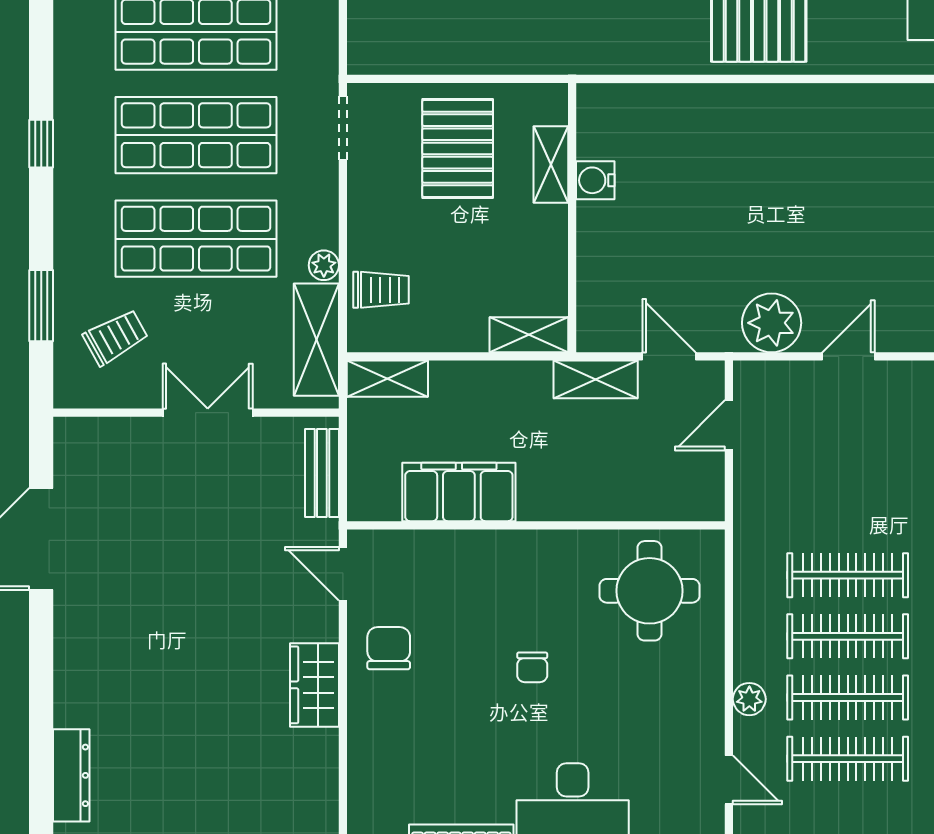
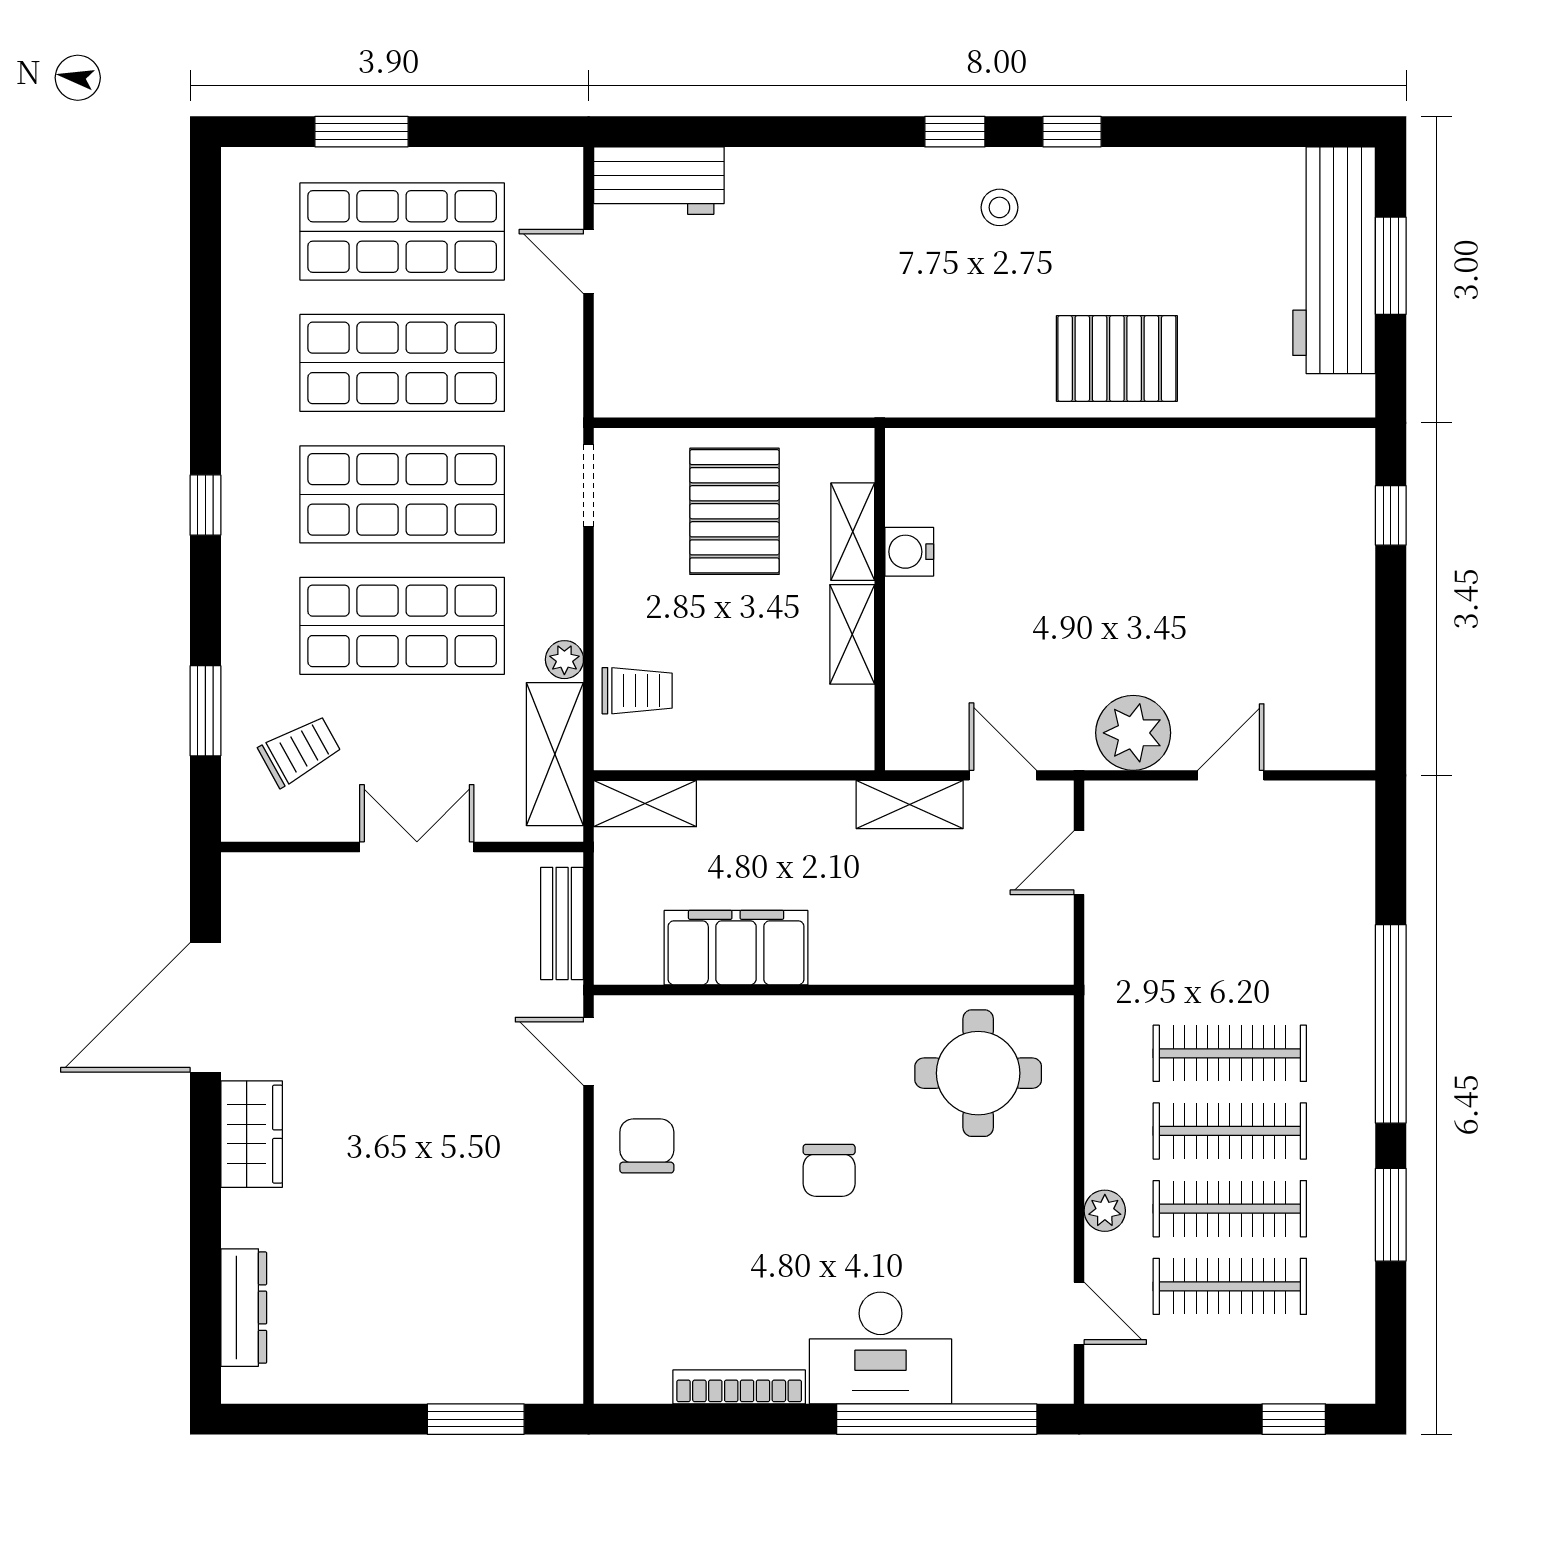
shelving: (529, 335) -> (852, 634), moved, turned 90
chair: (532, 667) -> (829, 1170), width x1.37, depth x1.37
wardrobe: (315, 685) -> (252, 1134), moved, turned 180

